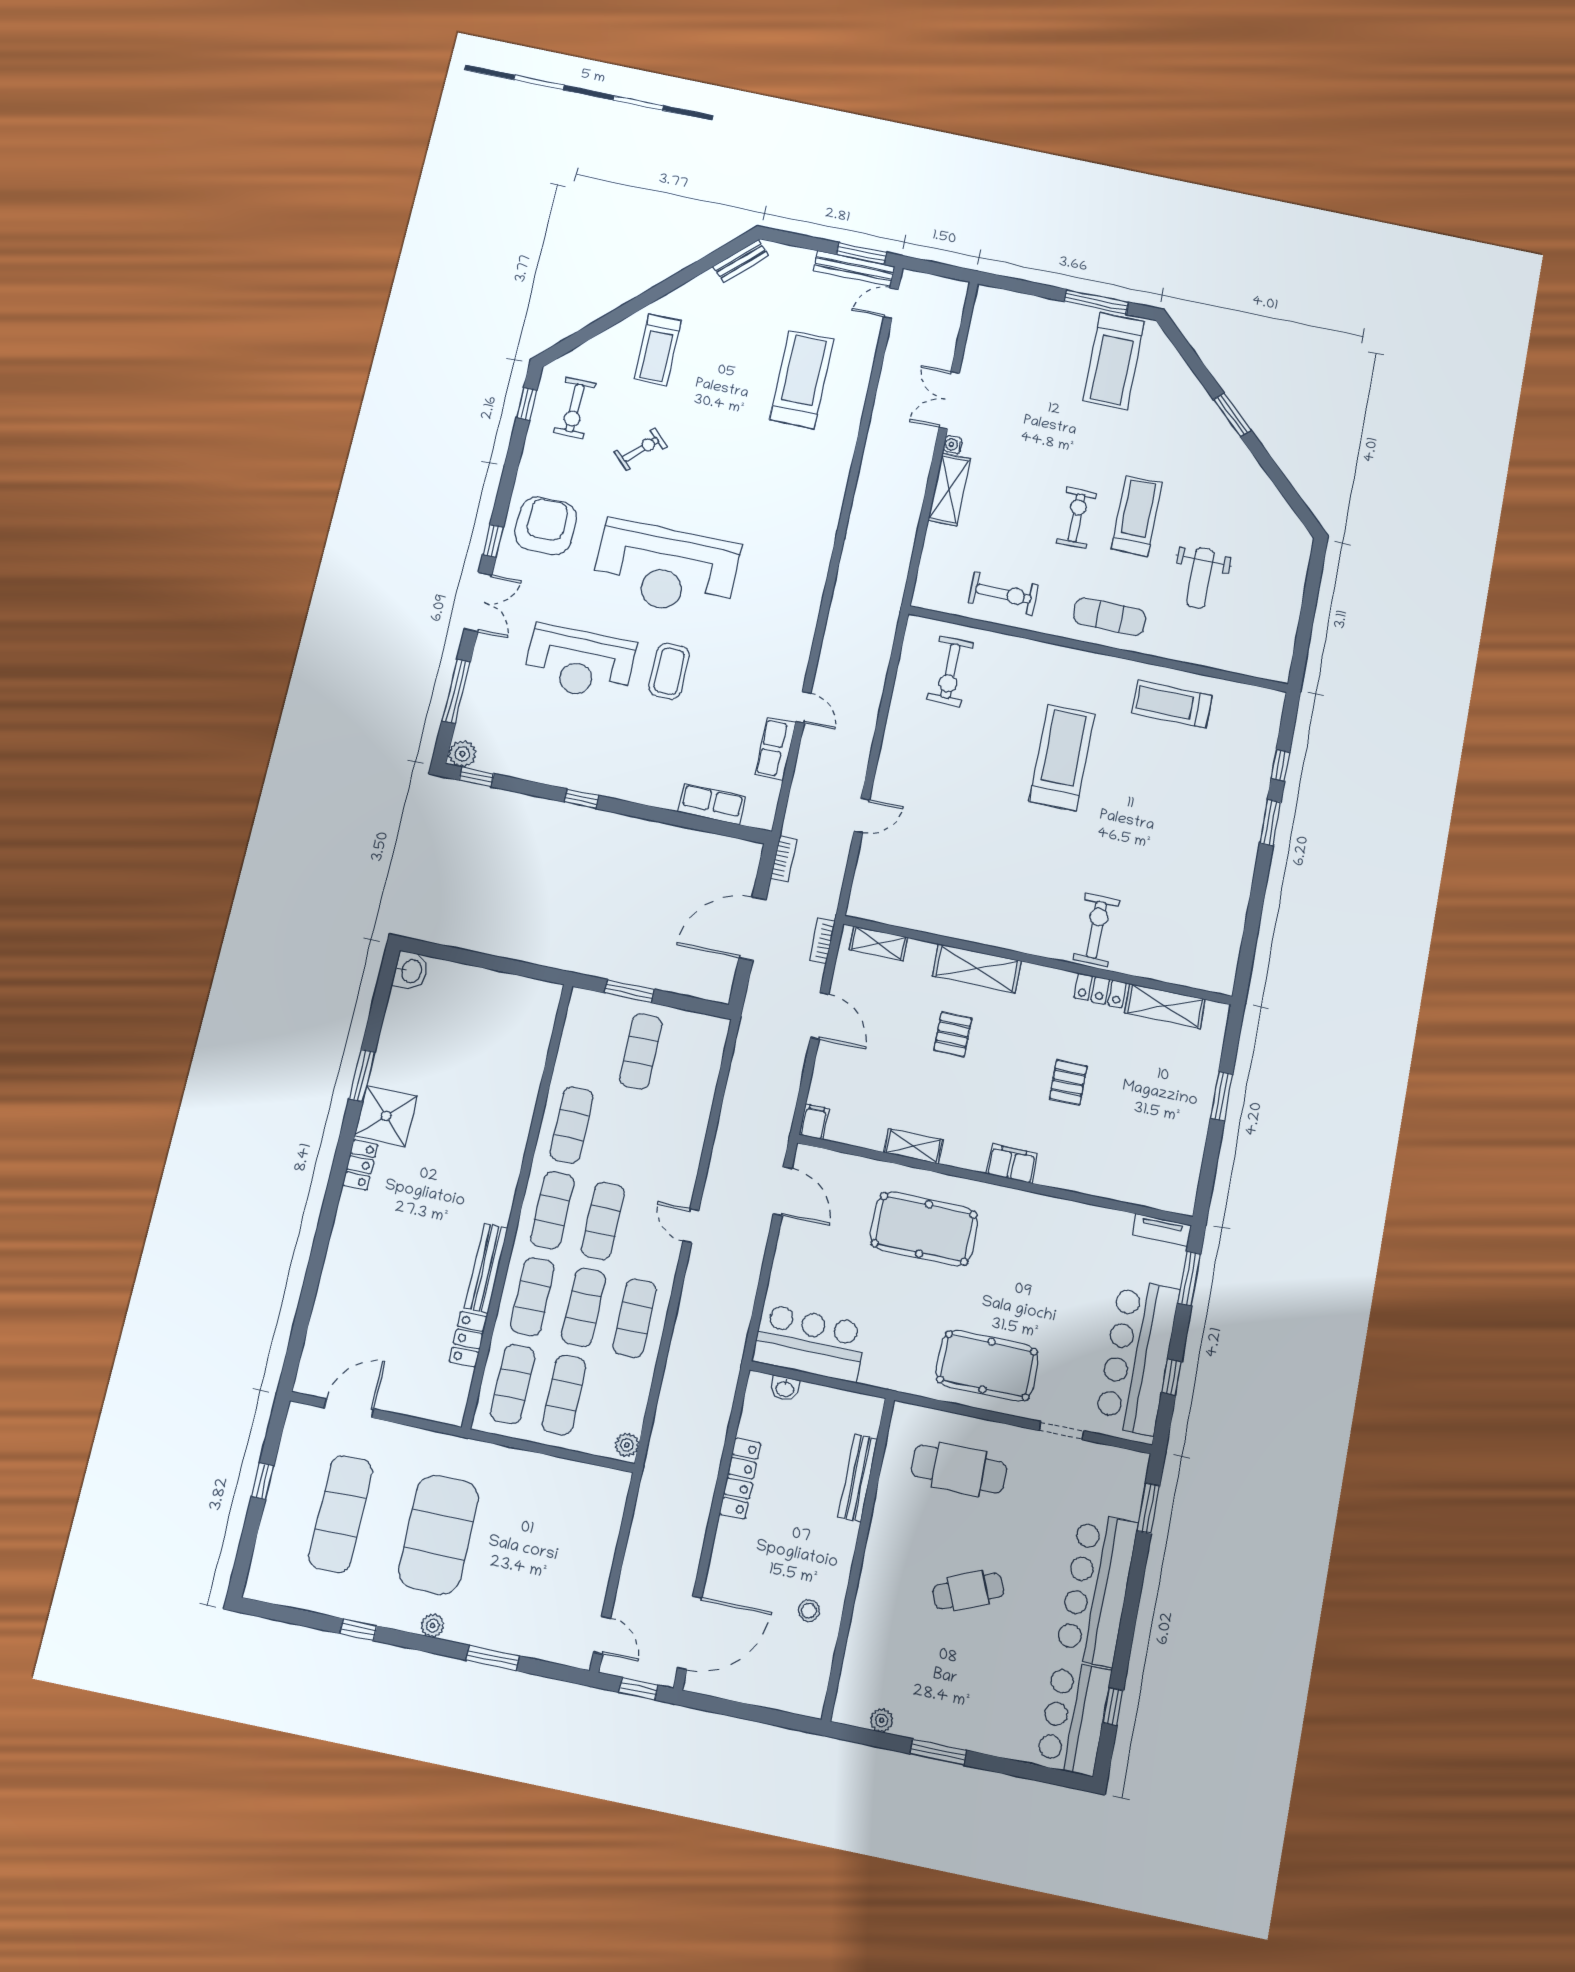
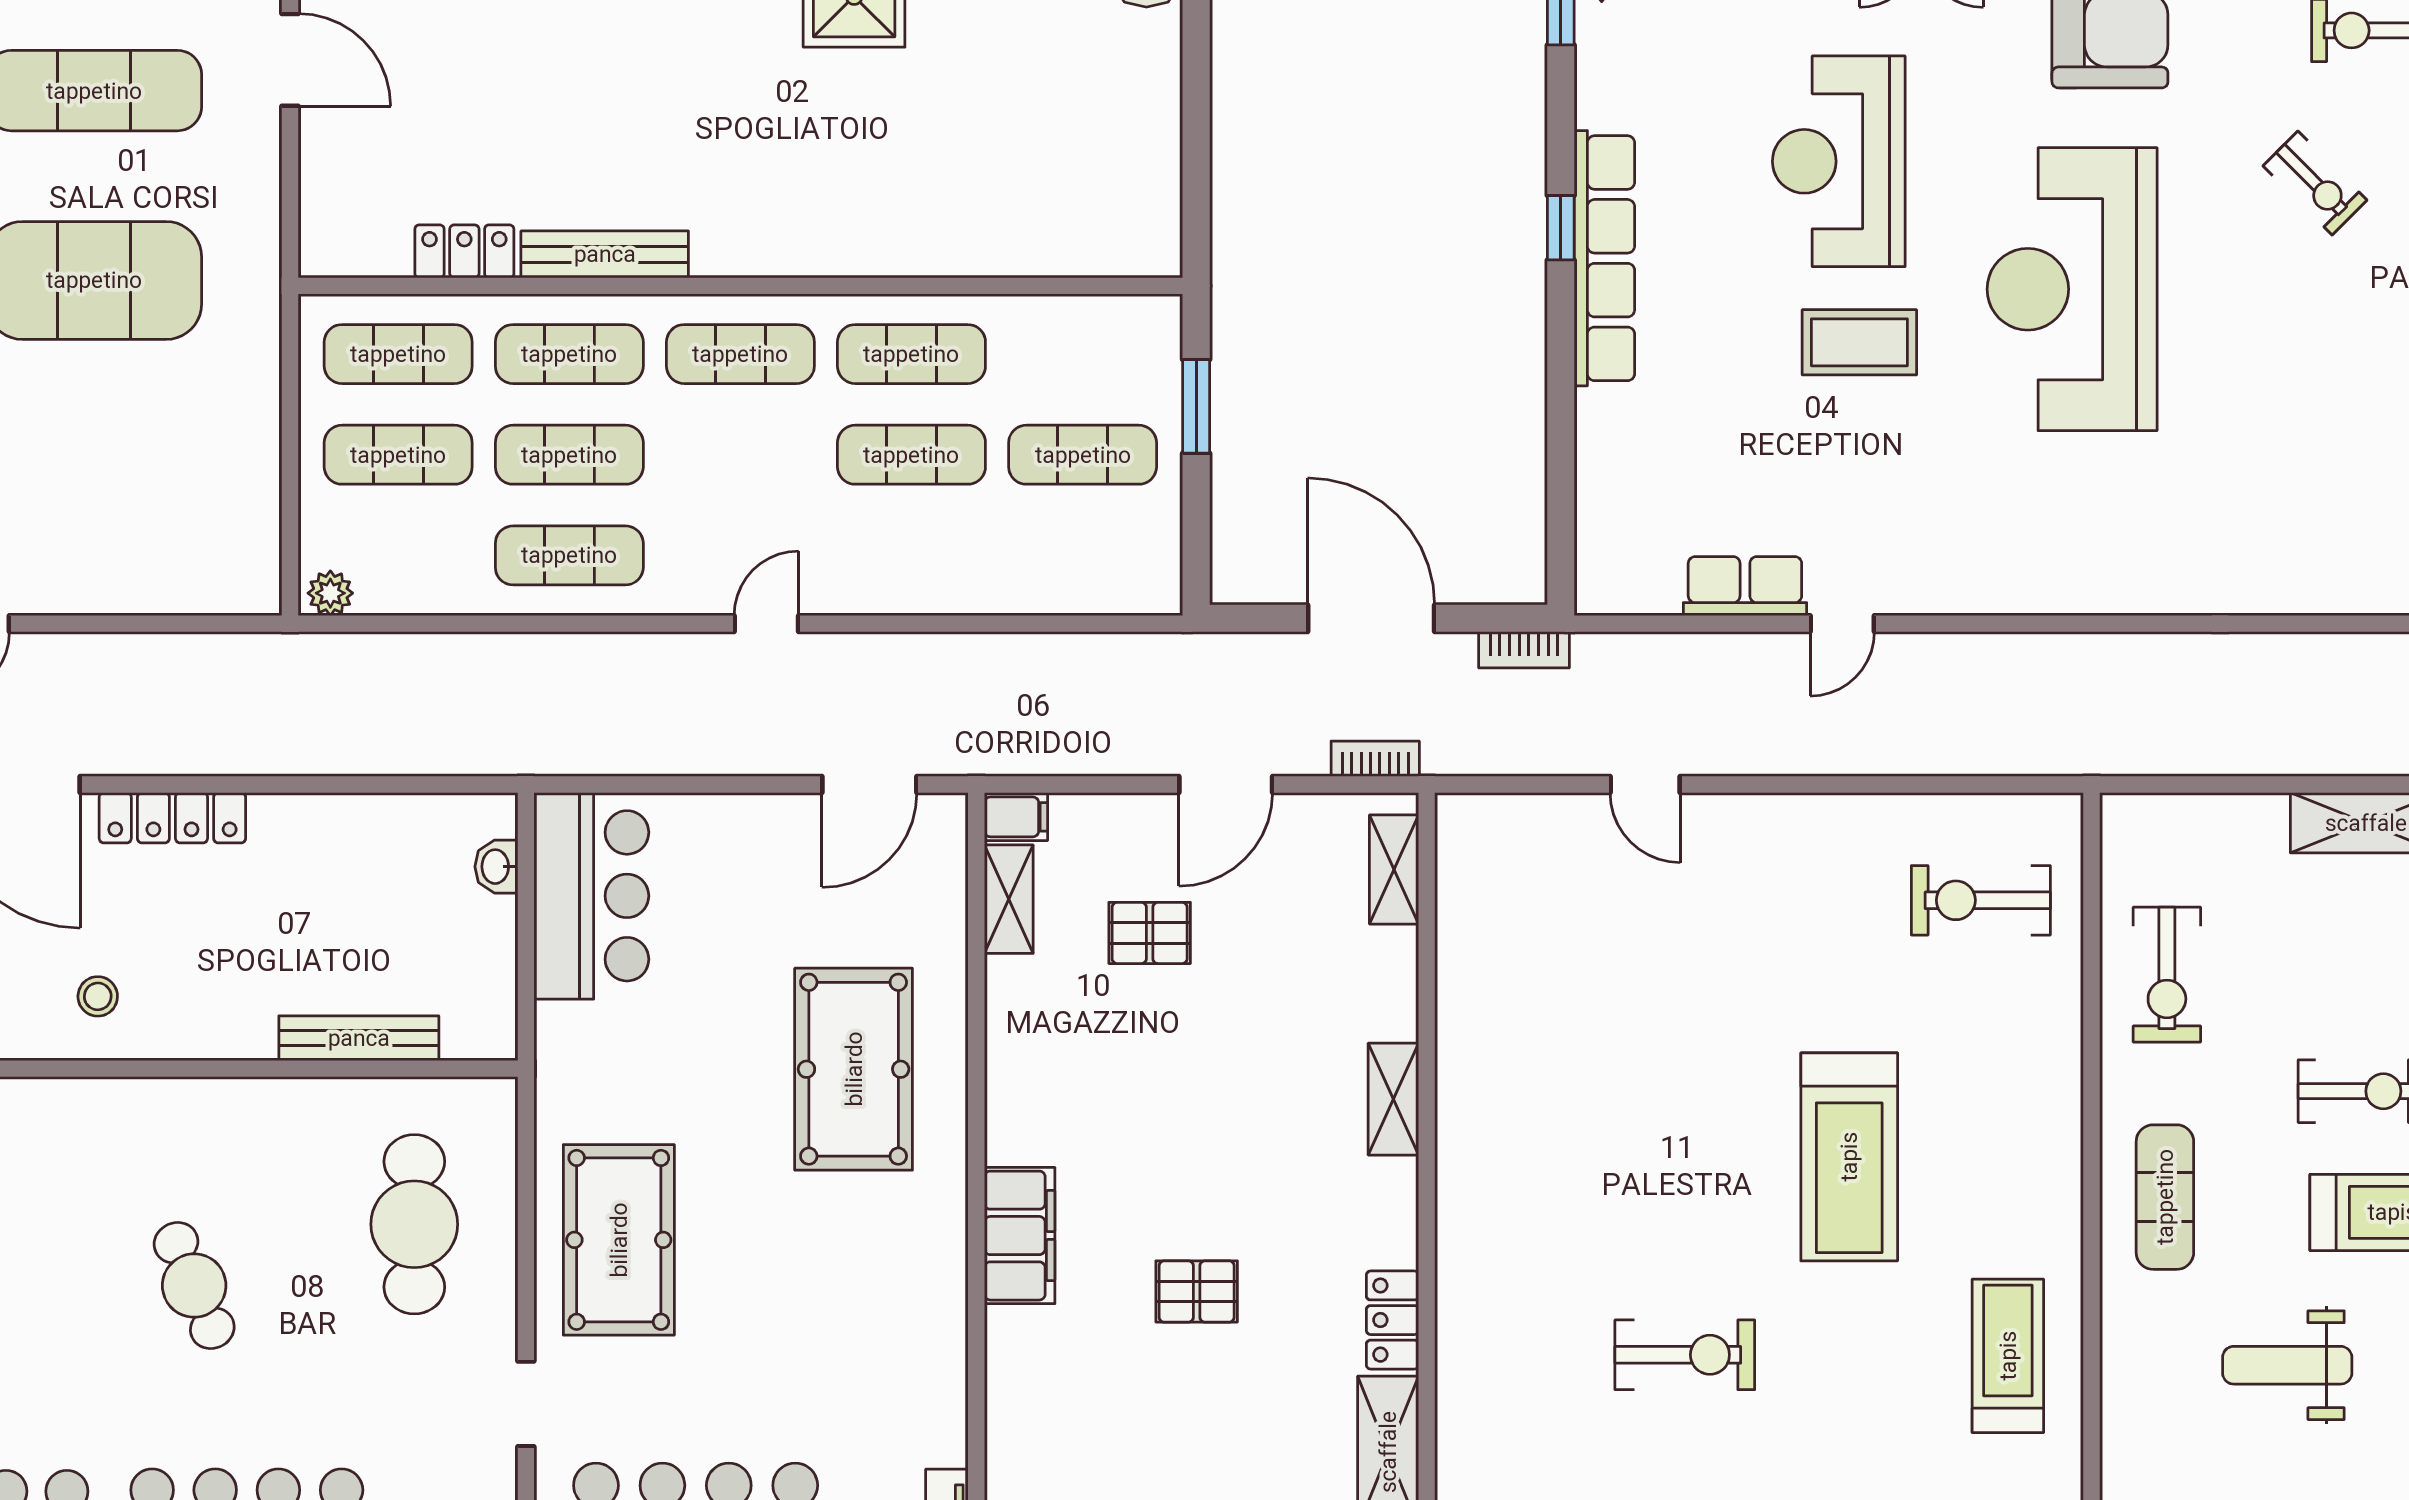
treadmill: (1062, 758) -> (1849, 1157), turned 90
row of seats: (712, 804) -> (1604, 258), moved, width x2.02
exercise bike: (1096, 930) -> (1685, 1355), moved
shelving: (977, 968) -> (1393, 1099), width x0.67, depth x0.75
pallet: (953, 1034) -> (1150, 933), moved
shelving: (913, 1146) -> (1009, 899), moved
filing cabinet: (1012, 1164) -> (1020, 1236), width x1.50, depth x1.17
exercise mat: (603, 1221) -> (911, 455), moved
locker: (740, 1478) -> (172, 818), moved

